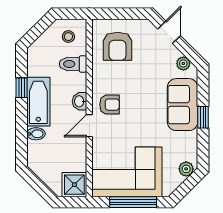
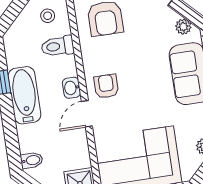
armchair: (110, 105) -> (106, 86), turned -90
bidet: (36, 134) -> (32, 160), moved

